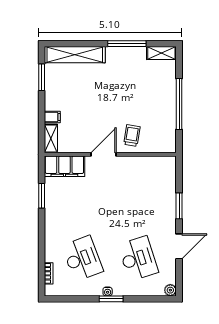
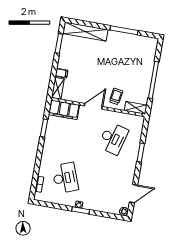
shelving: (161, 53) -> (136, 108), moved
door: (179, 246) -> (133, 194), moved
desk: (138, 259) -> (113, 138), moved, turned 33

